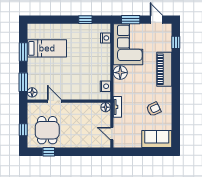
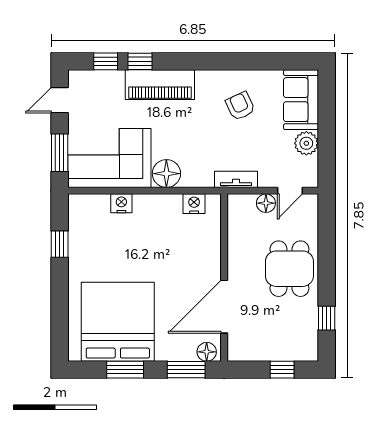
nightstand: (105, 38) -> (121, 203), moved
bed: (47, 48) -> (118, 322), width x2.04
window: (176, 59) -> (140, 61), added
door: (54, 101) -> (224, 307), width x1.87
floor lamp: (106, 107) -> (266, 203), moved
dining table: (47, 130) -> (289, 269), moved, turned 90
plant: (135, 142) -> (306, 143), added

